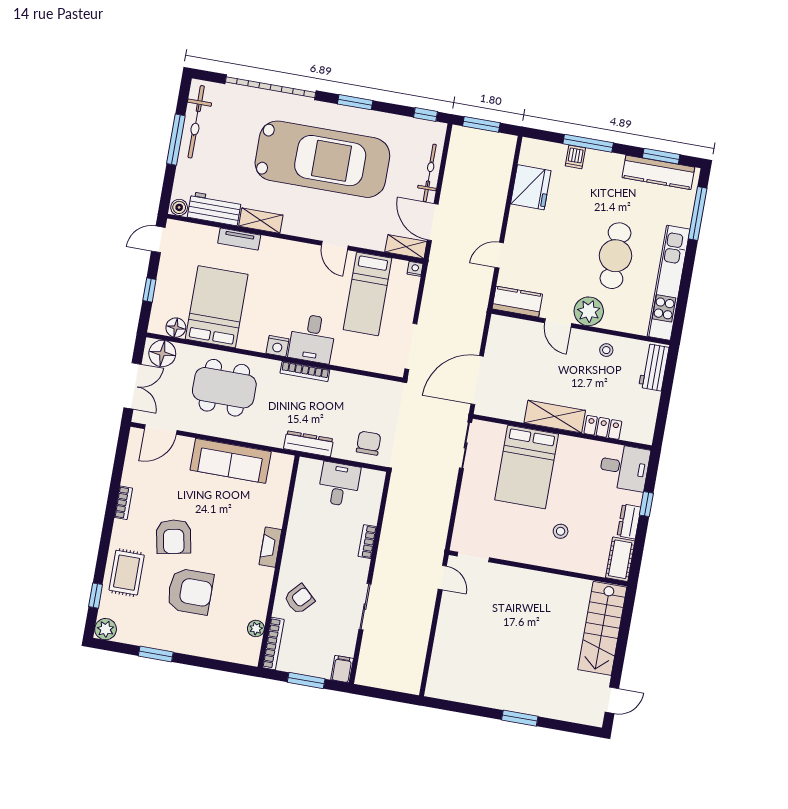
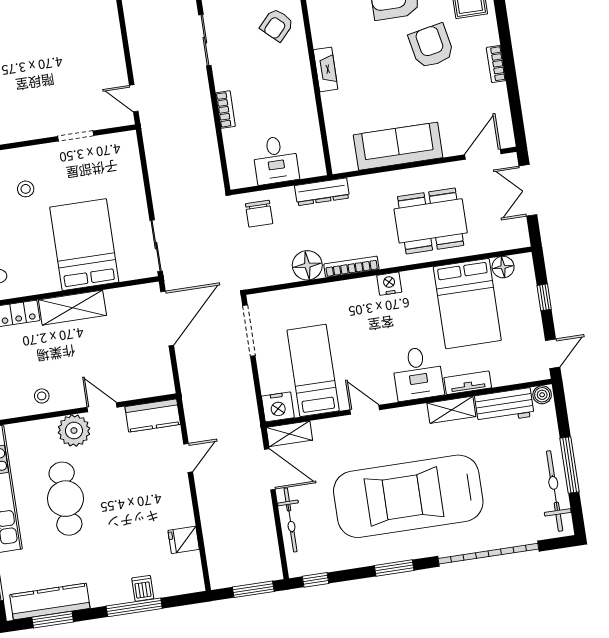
fridge: (531, 187) -> (184, 540), width x0.53, depth x0.75
nightstand: (415, 269) -> (278, 407), width x1.89, depth x1.79
desk: (312, 338) -> (418, 373), moved, turned 180
floor lamp: (162, 353) -> (307, 265), moved
doorway: (473, 557) -> (76, 136), moved

